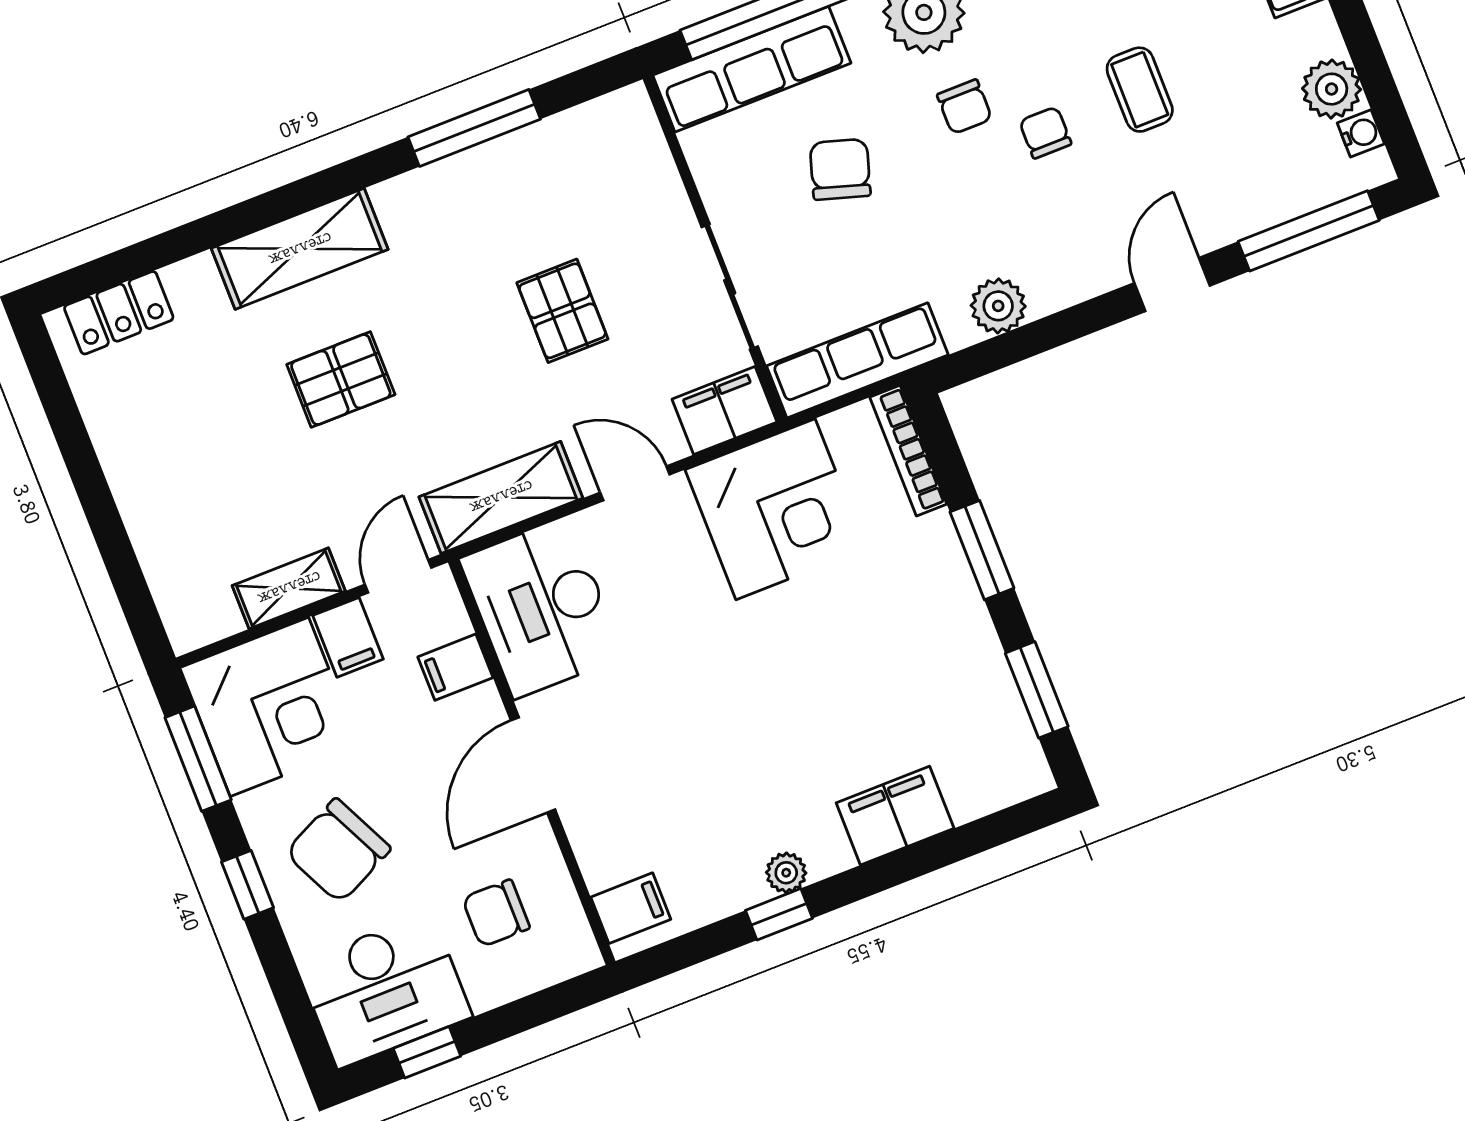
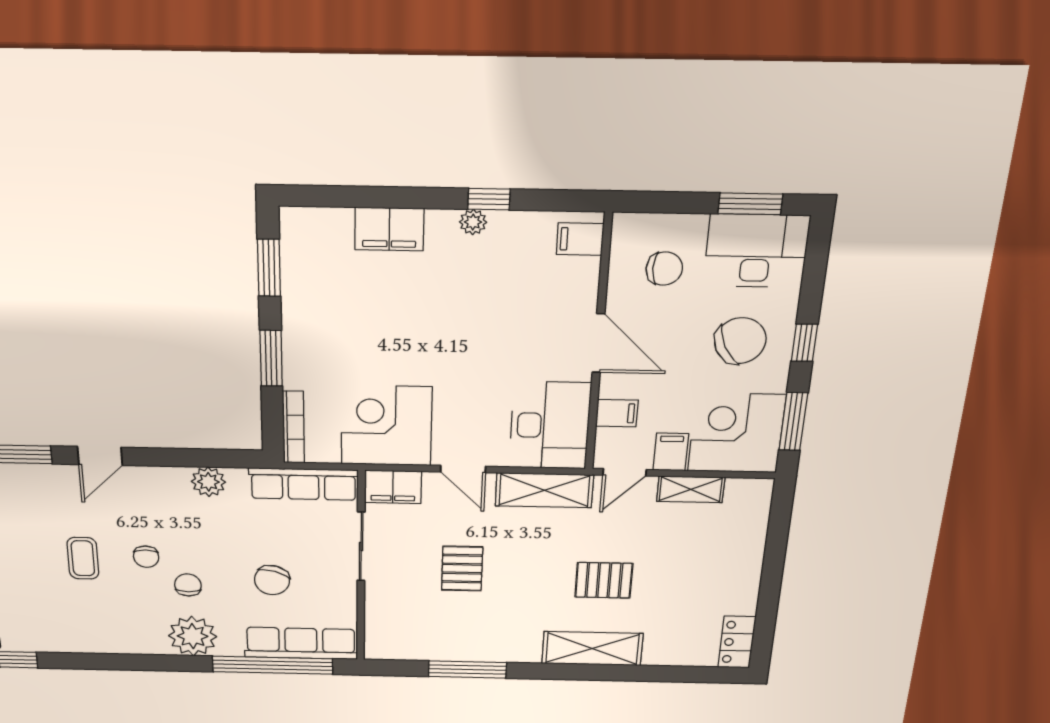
locker: (119, 313) -> (737, 642), moved, turned -90
door: (533, 765) -> (598, 343), hinge flipped
window: (427, 1052) -> (750, 204), width x1.50

